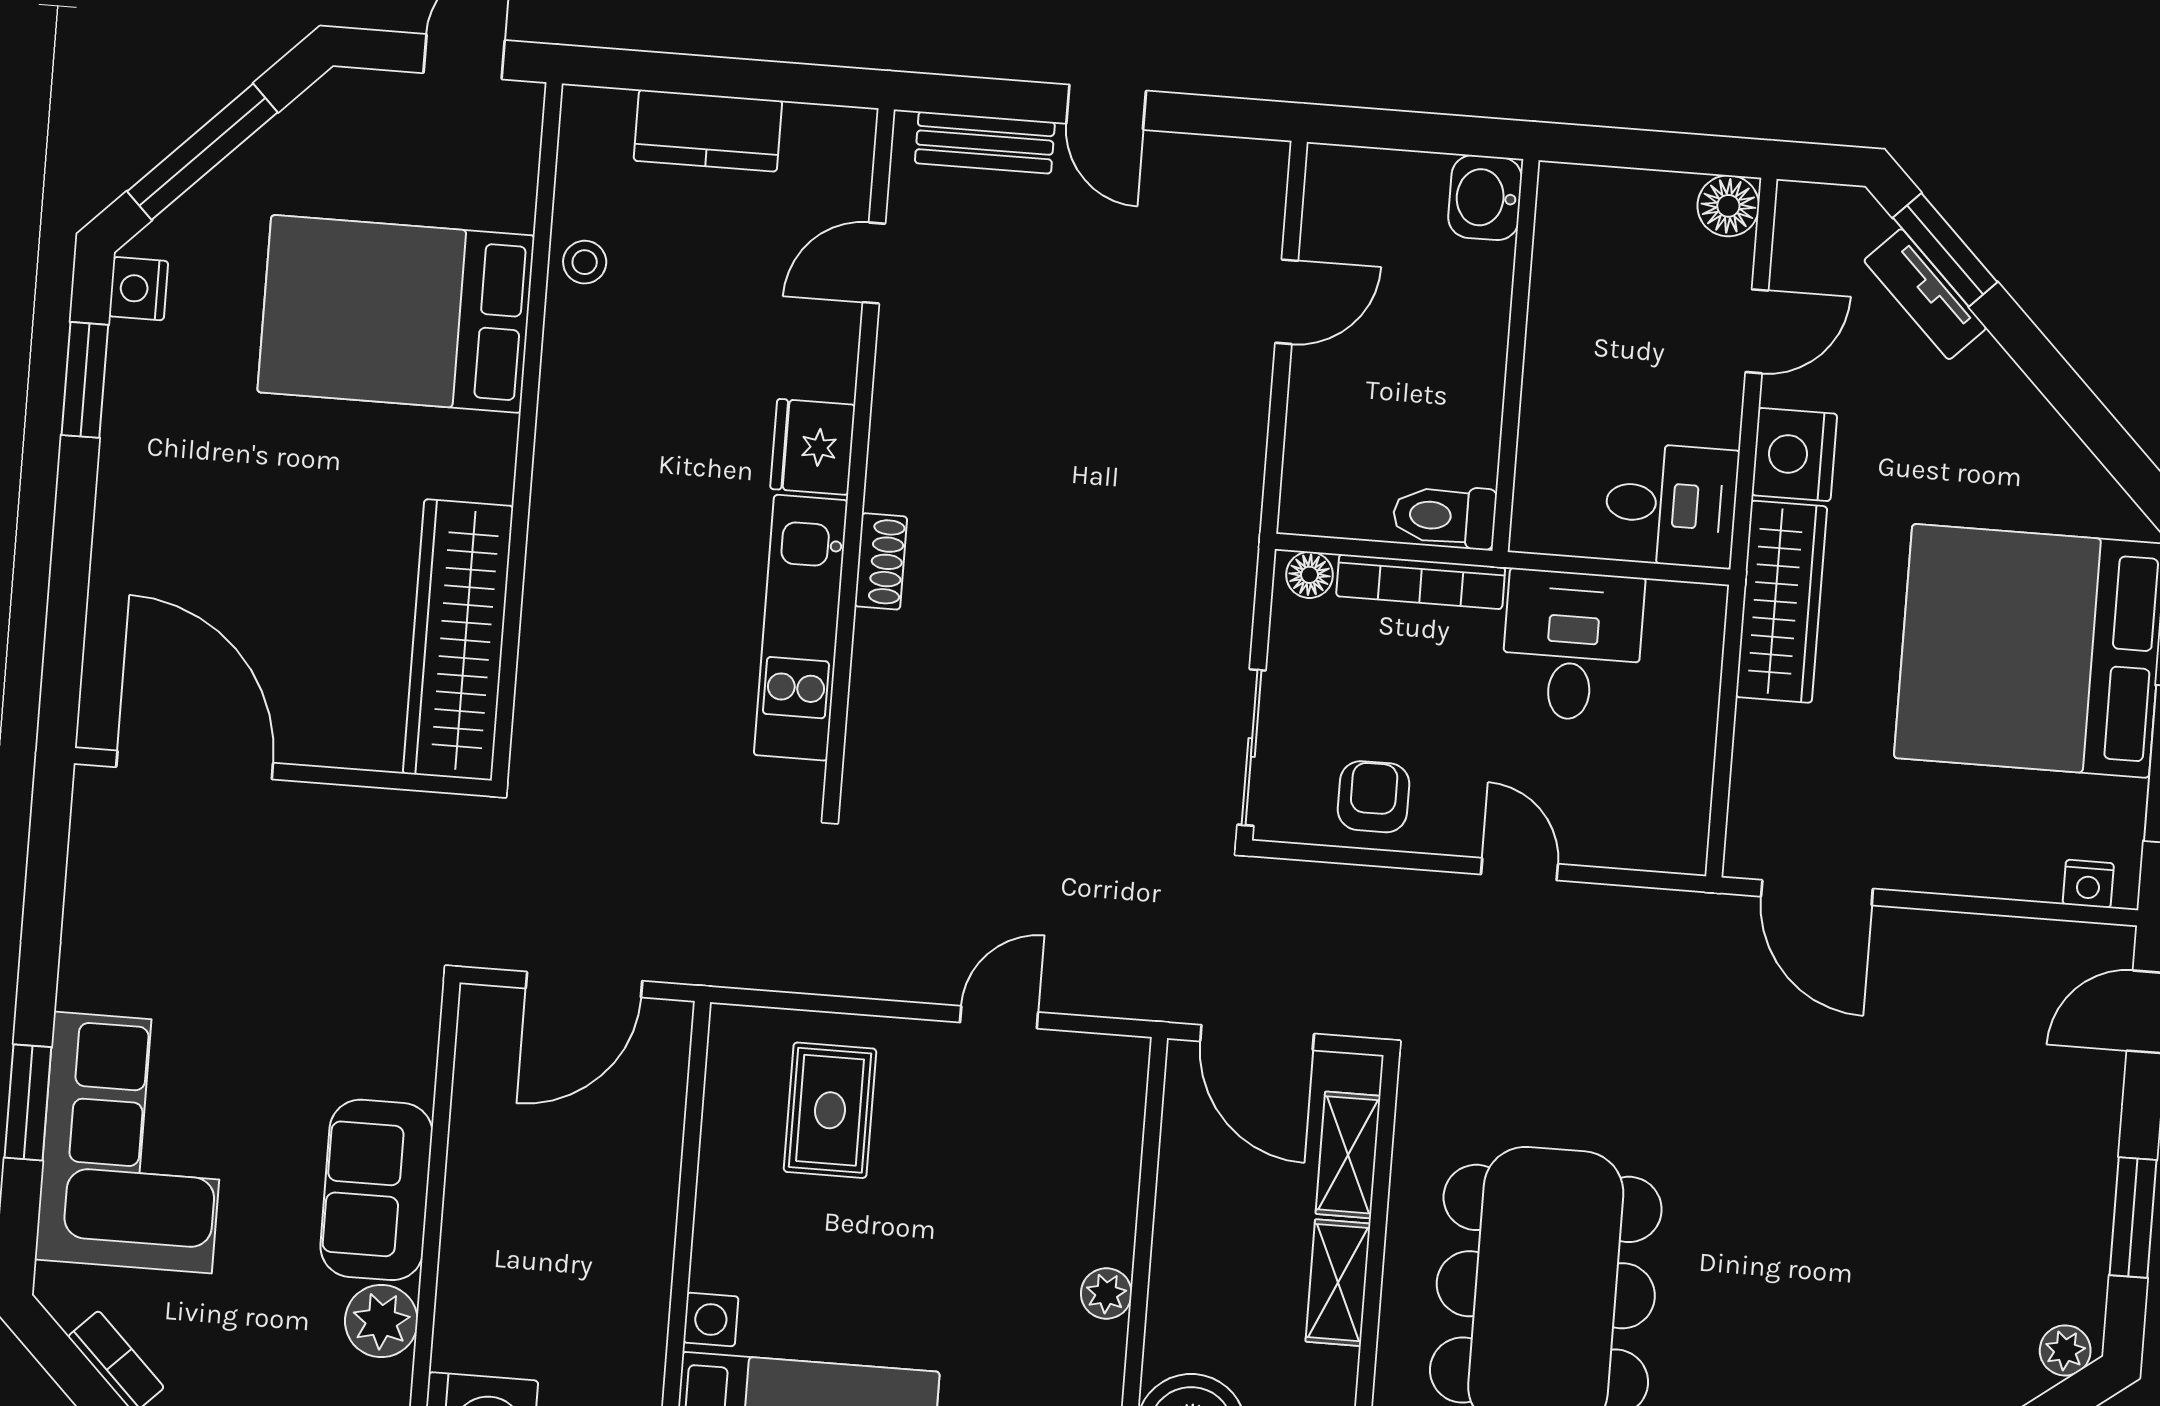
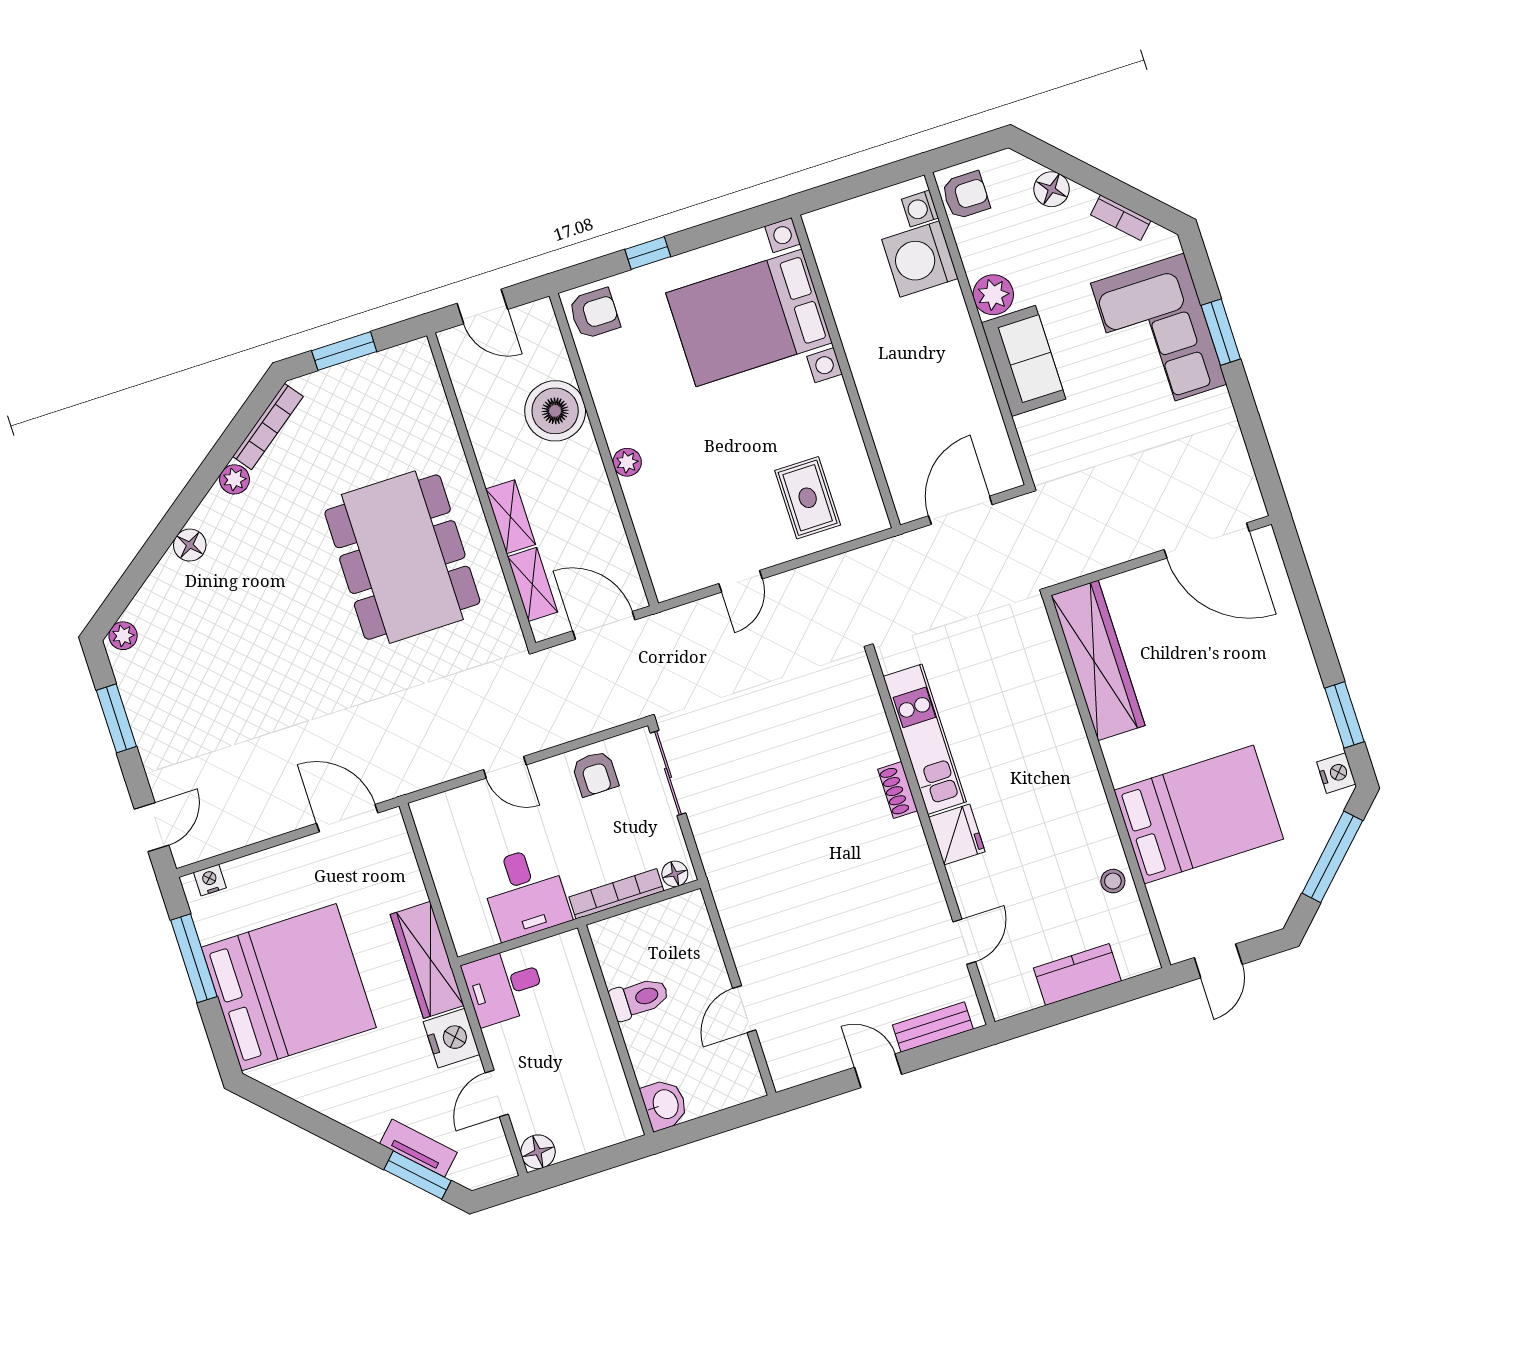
toilet: (1444, 516) -> (639, 998), moved

